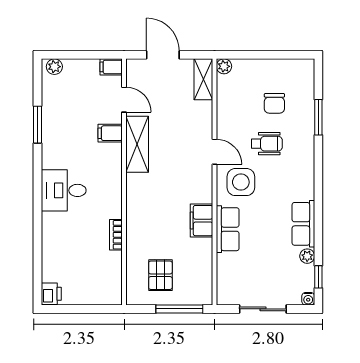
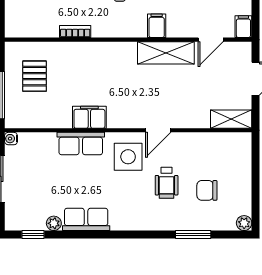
plant: (224, 66) -> (244, 223), moved
filing cabinet: (110, 133) -> (157, 26), moved
pallet: (160, 275) -> (35, 76), turned 90
water cooler: (308, 299) -> (11, 139), moved

